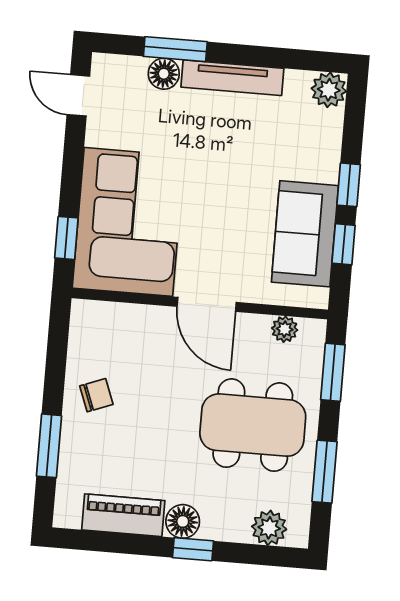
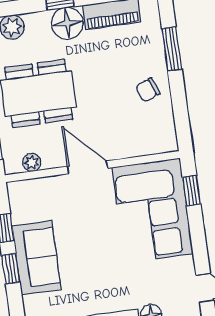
sofa: (305, 234) -> (37, 258), moved
floor lamp: (183, 521) -> (67, 23), width x1.38, depth x1.38

